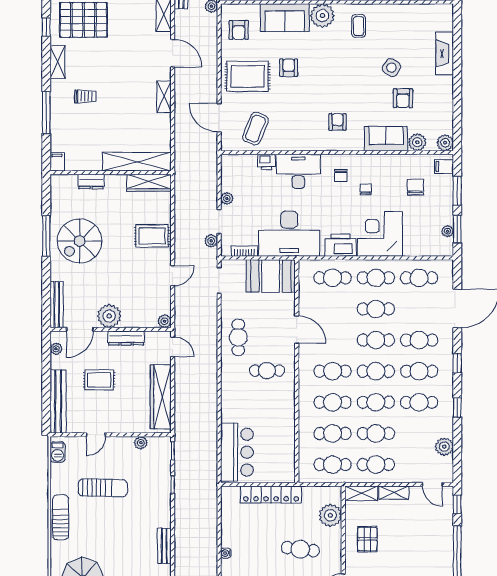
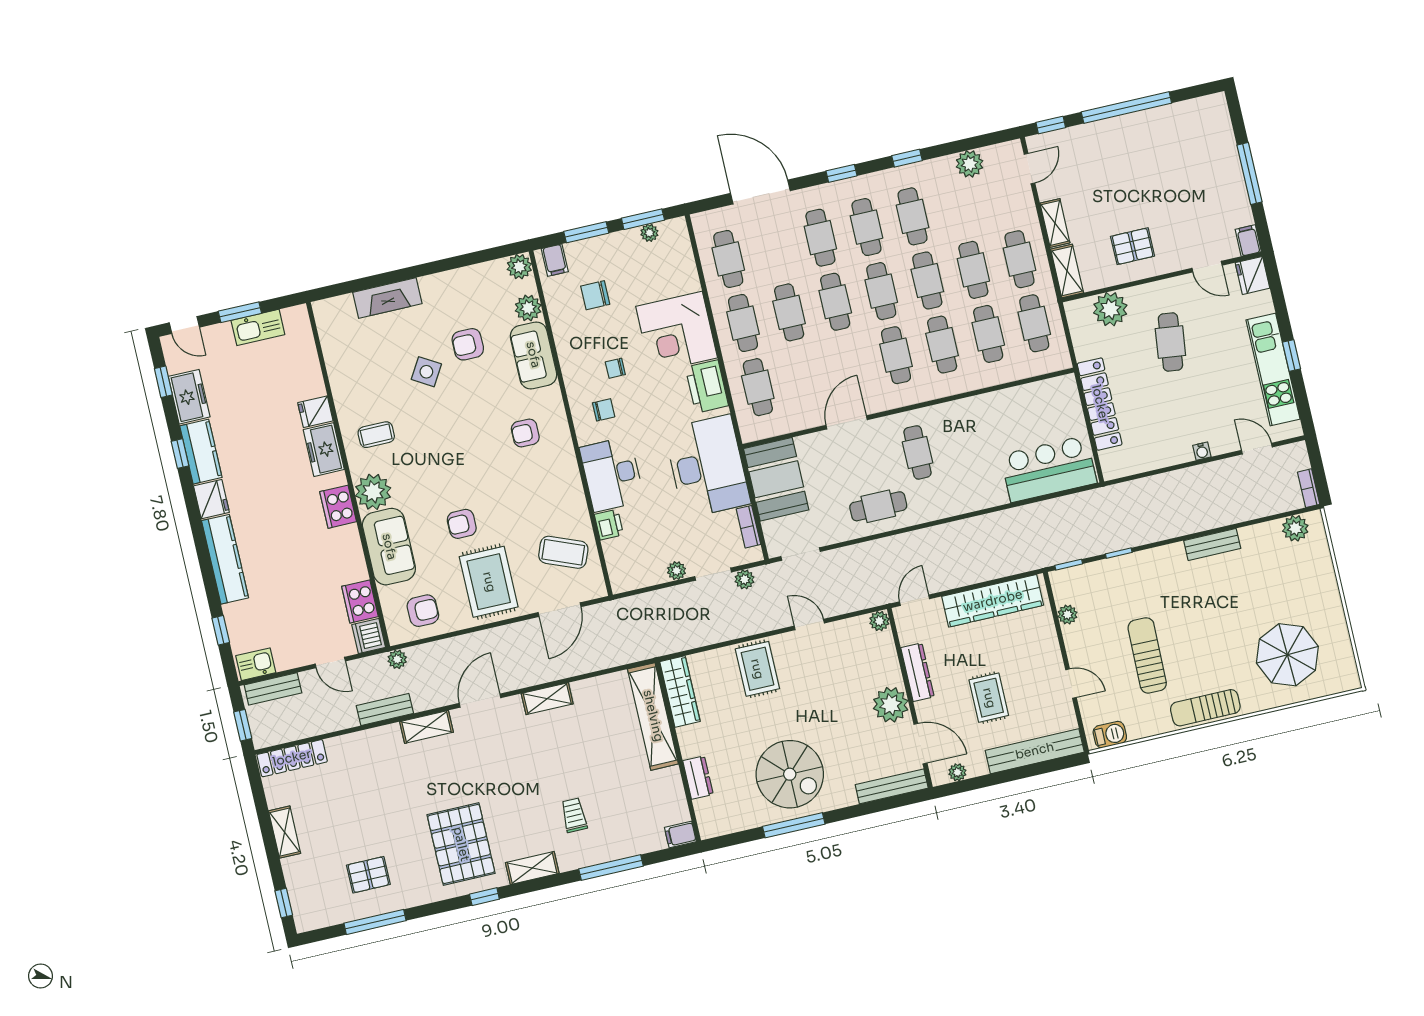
armchair: (403, 98) -> (468, 344), turned 180

